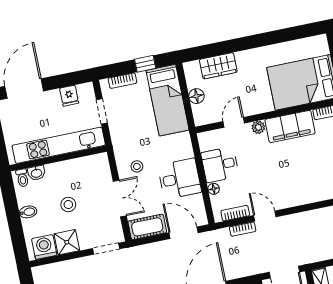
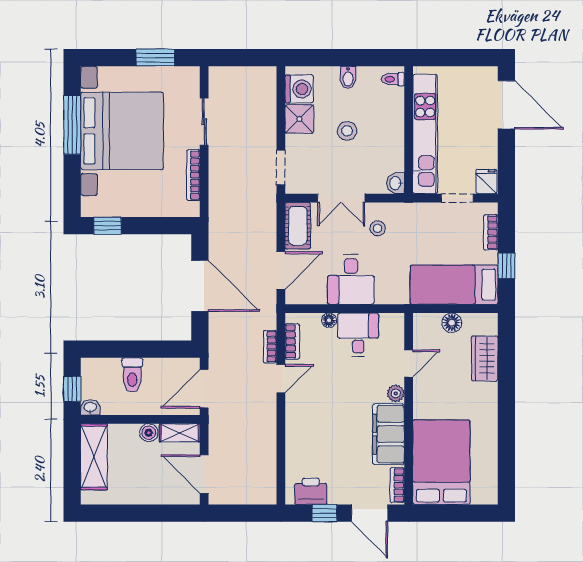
fridge: (69, 96) -> (486, 181), moved, turned 90
door: (234, 122) -> (409, 363), hinge flipped
washbasin: (36, 173) -> (396, 183), moved

